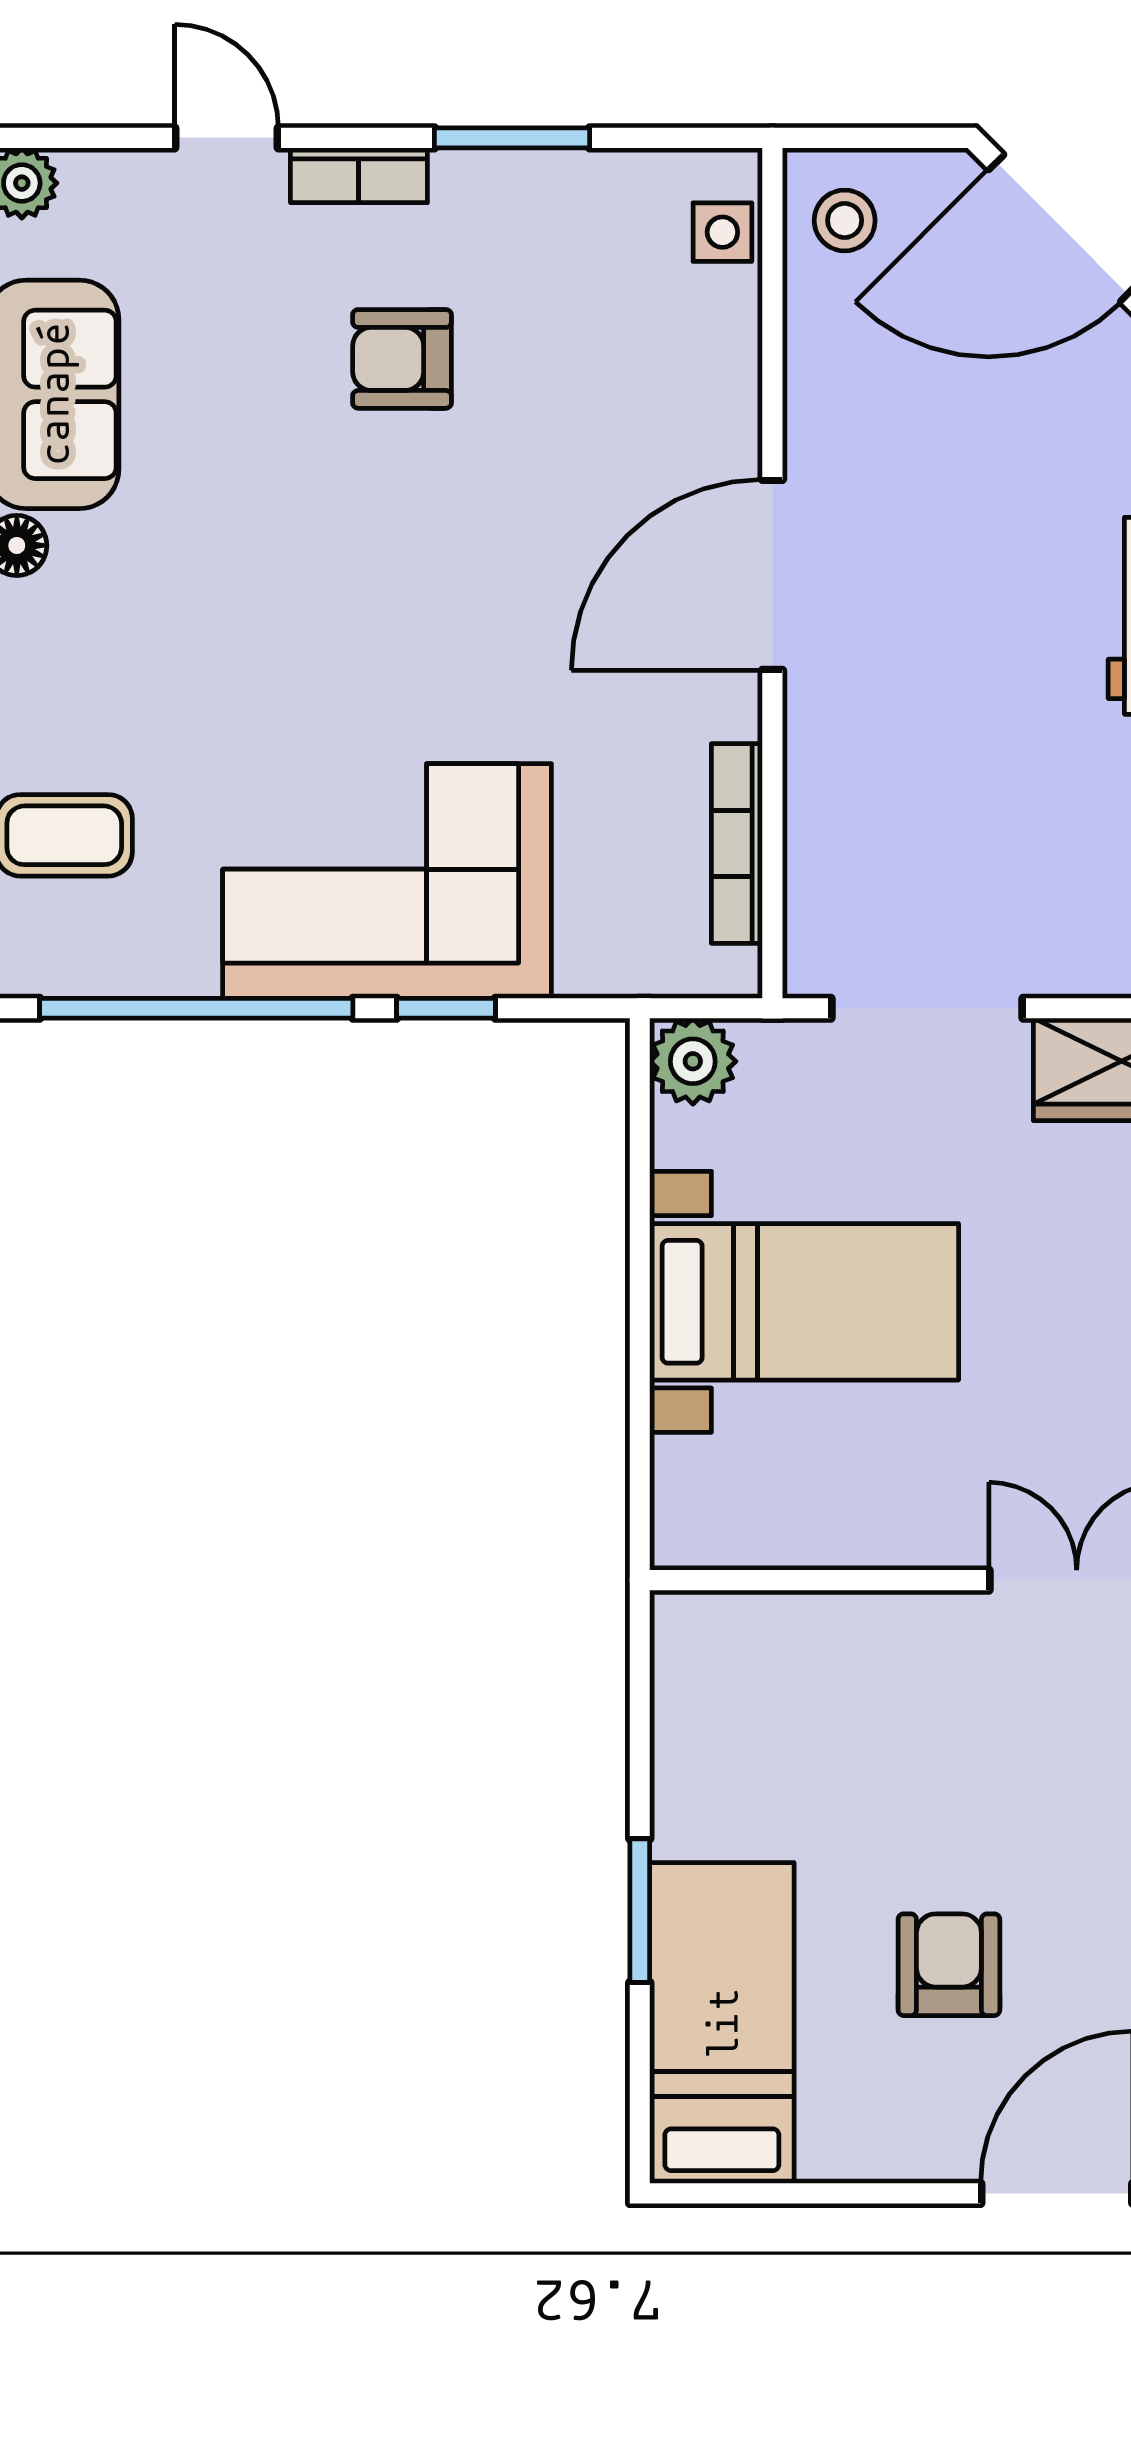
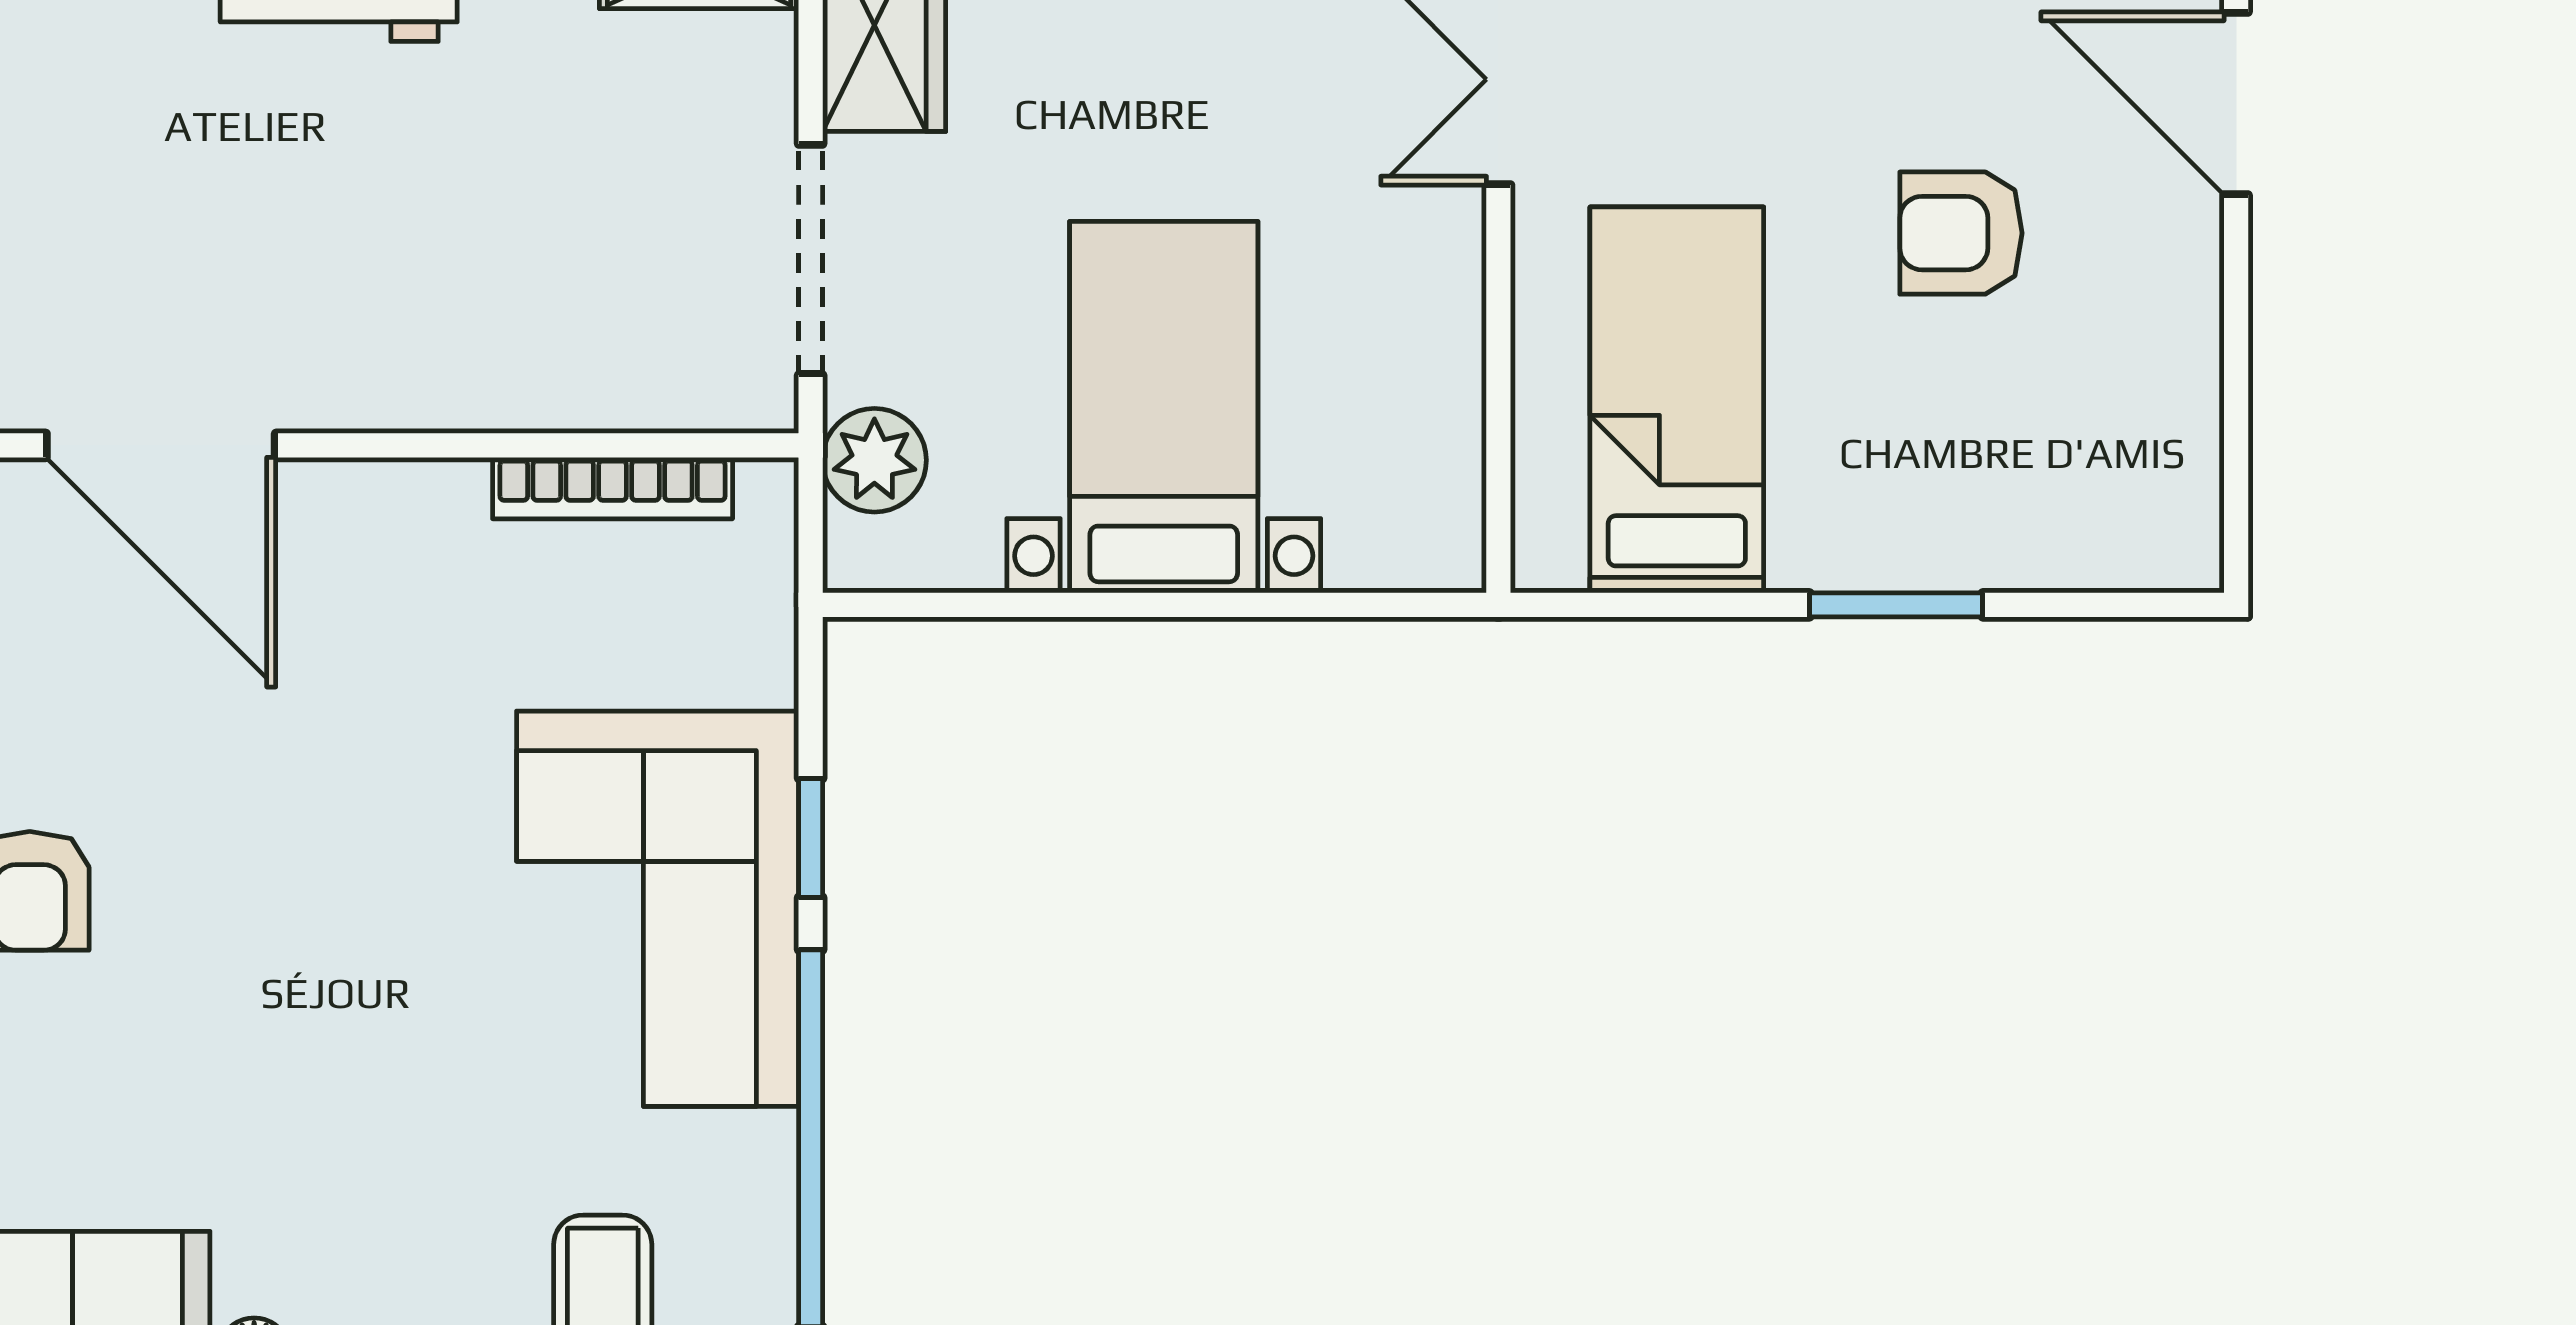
door: (772, 575) -> (161, 445), moved
plant: (693, 1061) -> (874, 460), moved
bed: (722, 2023) -> (1677, 400), moved, turned 90

